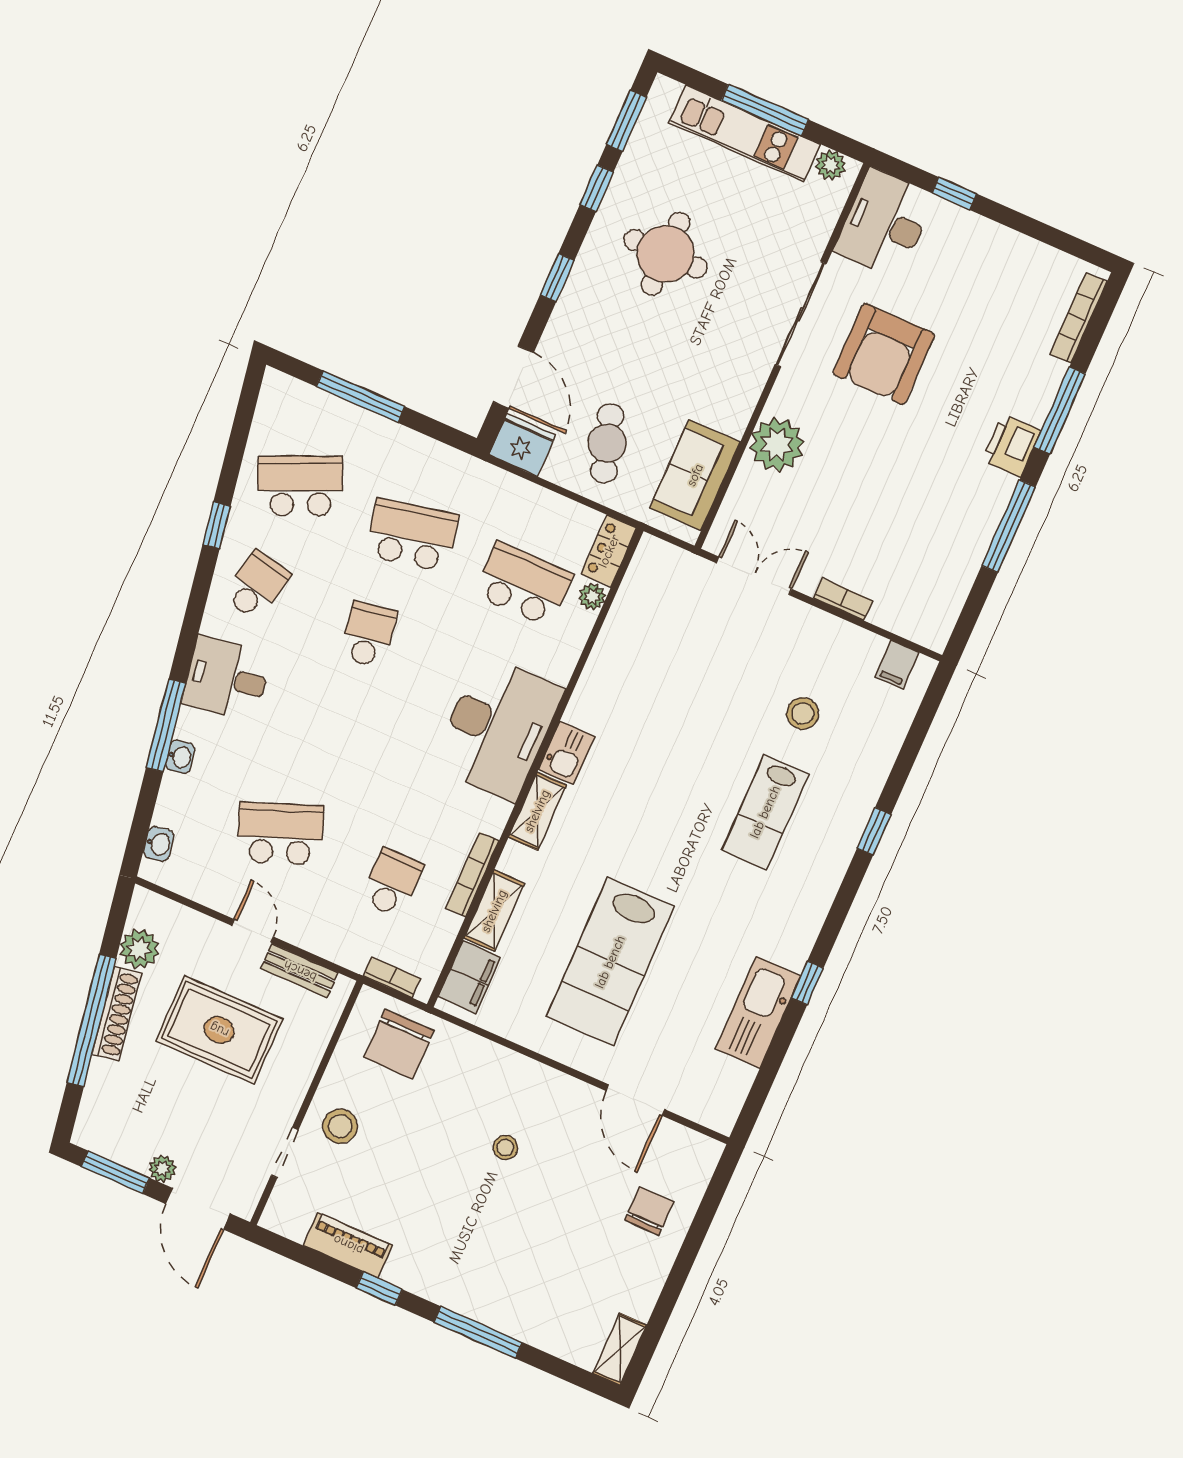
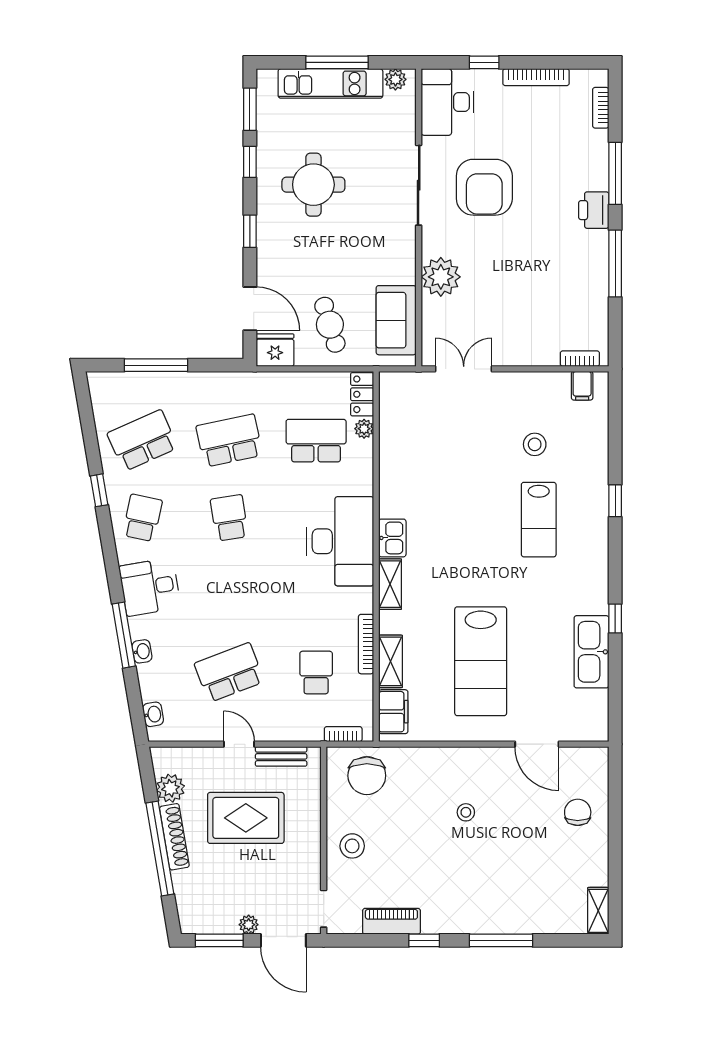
bookcase: (1013, 242) -> (536, 77), added
bookcase: (1078, 318) -> (601, 108), width x0.64
bookcase: (843, 599) -> (580, 359), moved
doorway: (285, 1153) -> (324, 909), moved

